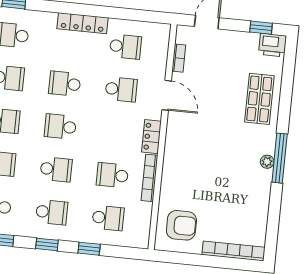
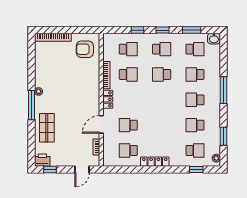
school desk: (65, 84) -> (162, 125), removed
door: (167, 95) -> (101, 124), hinge flipped
school desk: (60, 127) -> (162, 100), removed
window: (280, 158) -> (31, 105), moved
school desk: (52, 212) -> (162, 49), turned 180
school desk: (108, 218) -> (128, 49), turned 180

